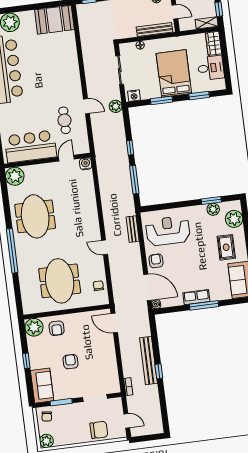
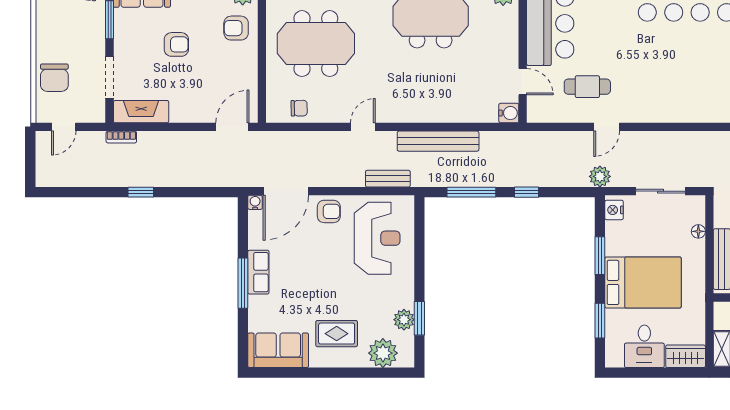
bench: (149, 361) -> (438, 141), moved
fireplace: (112, 377) -> (141, 112), added

